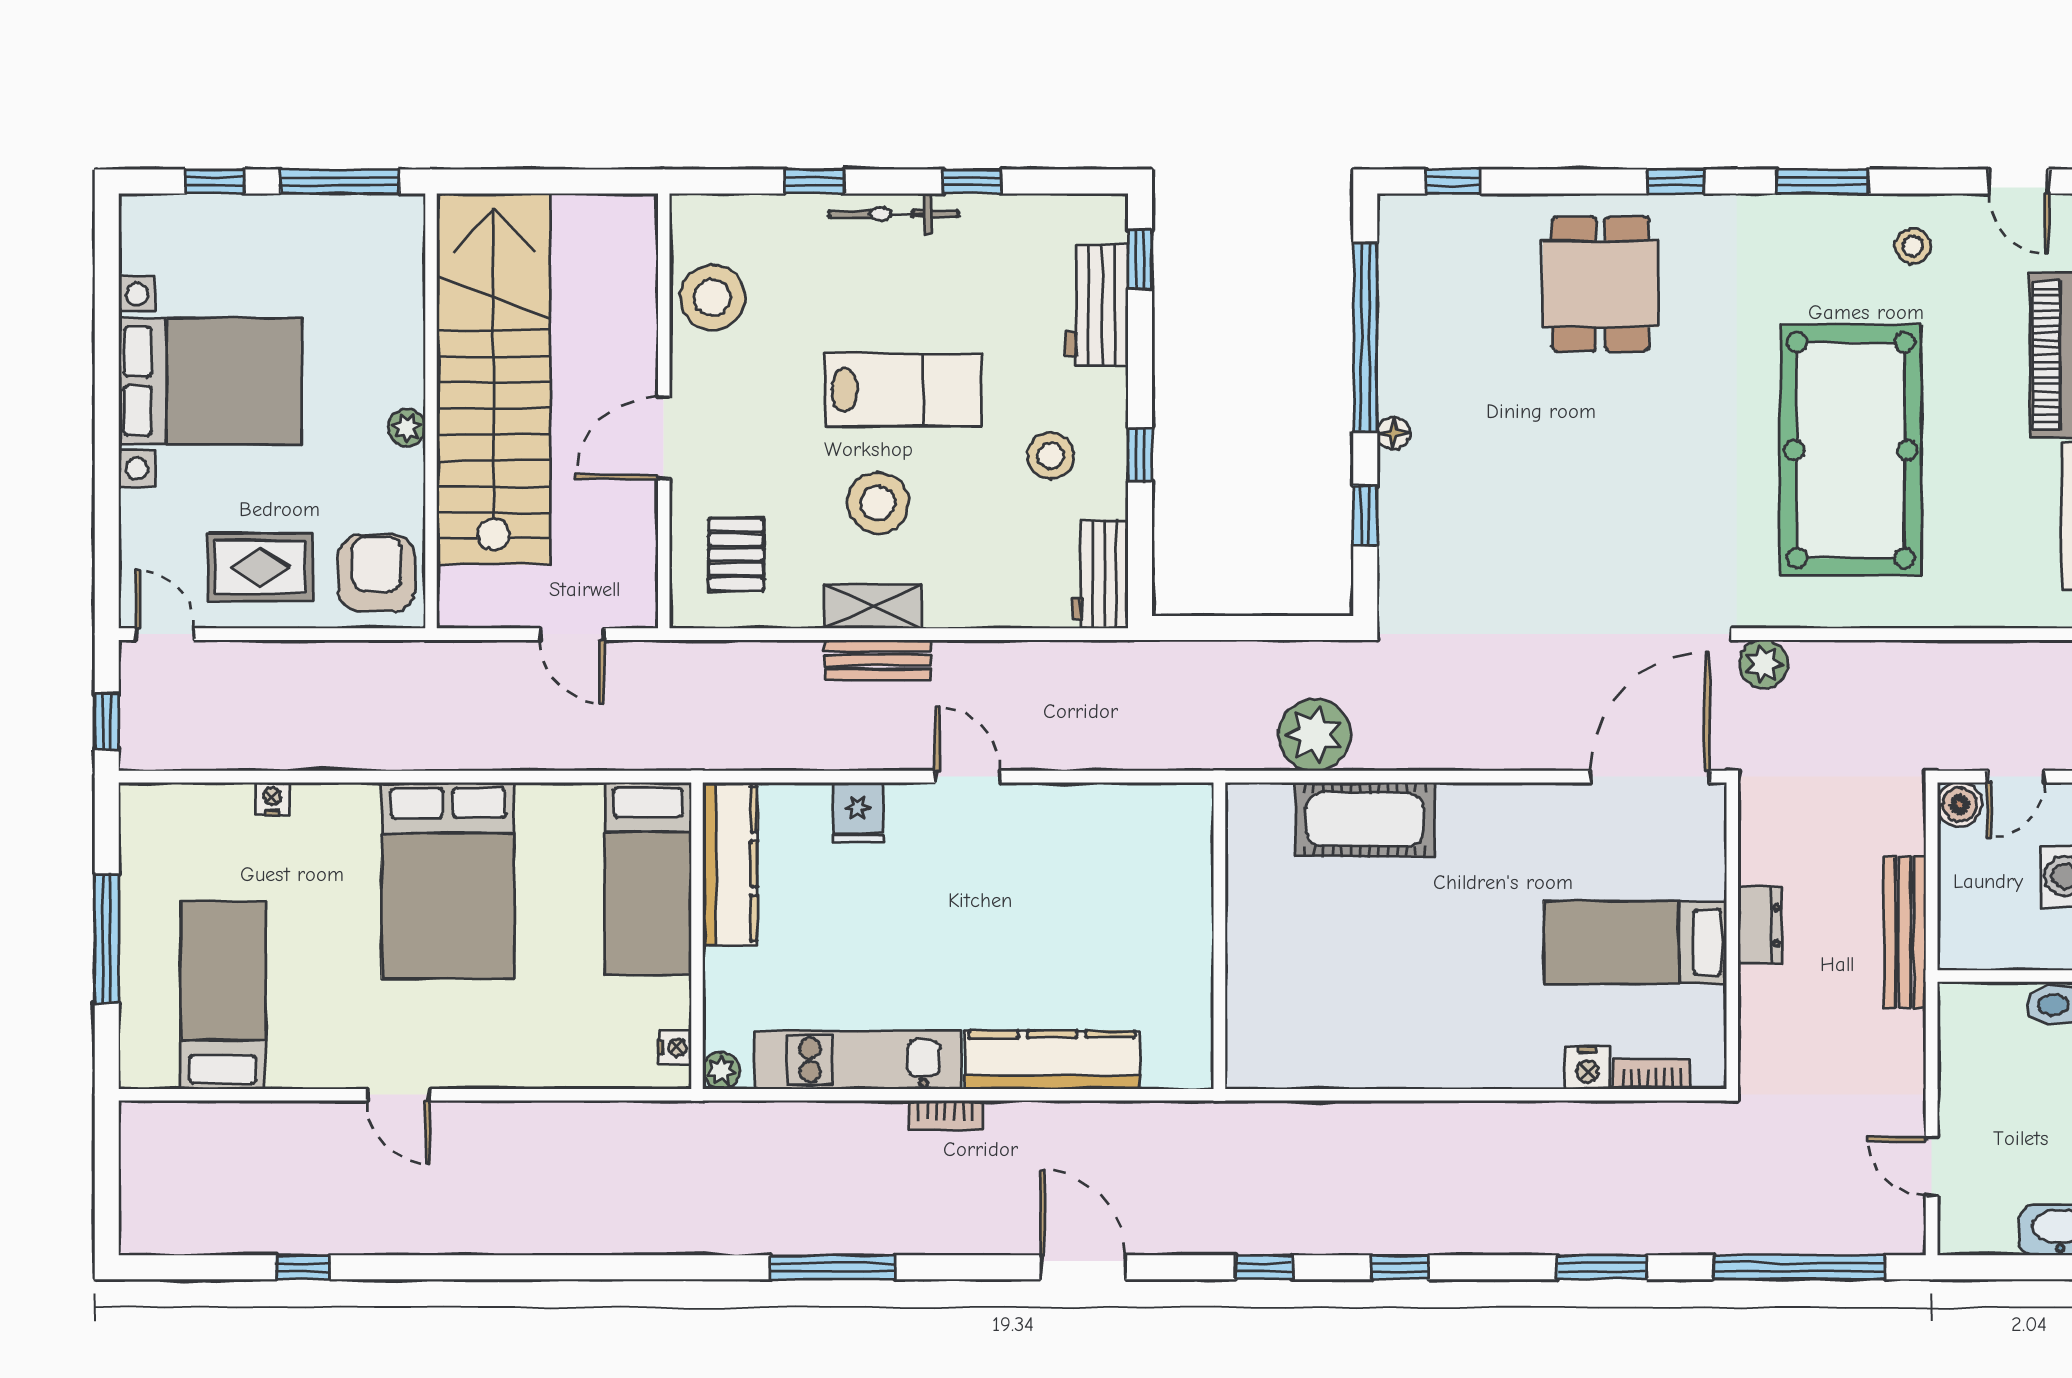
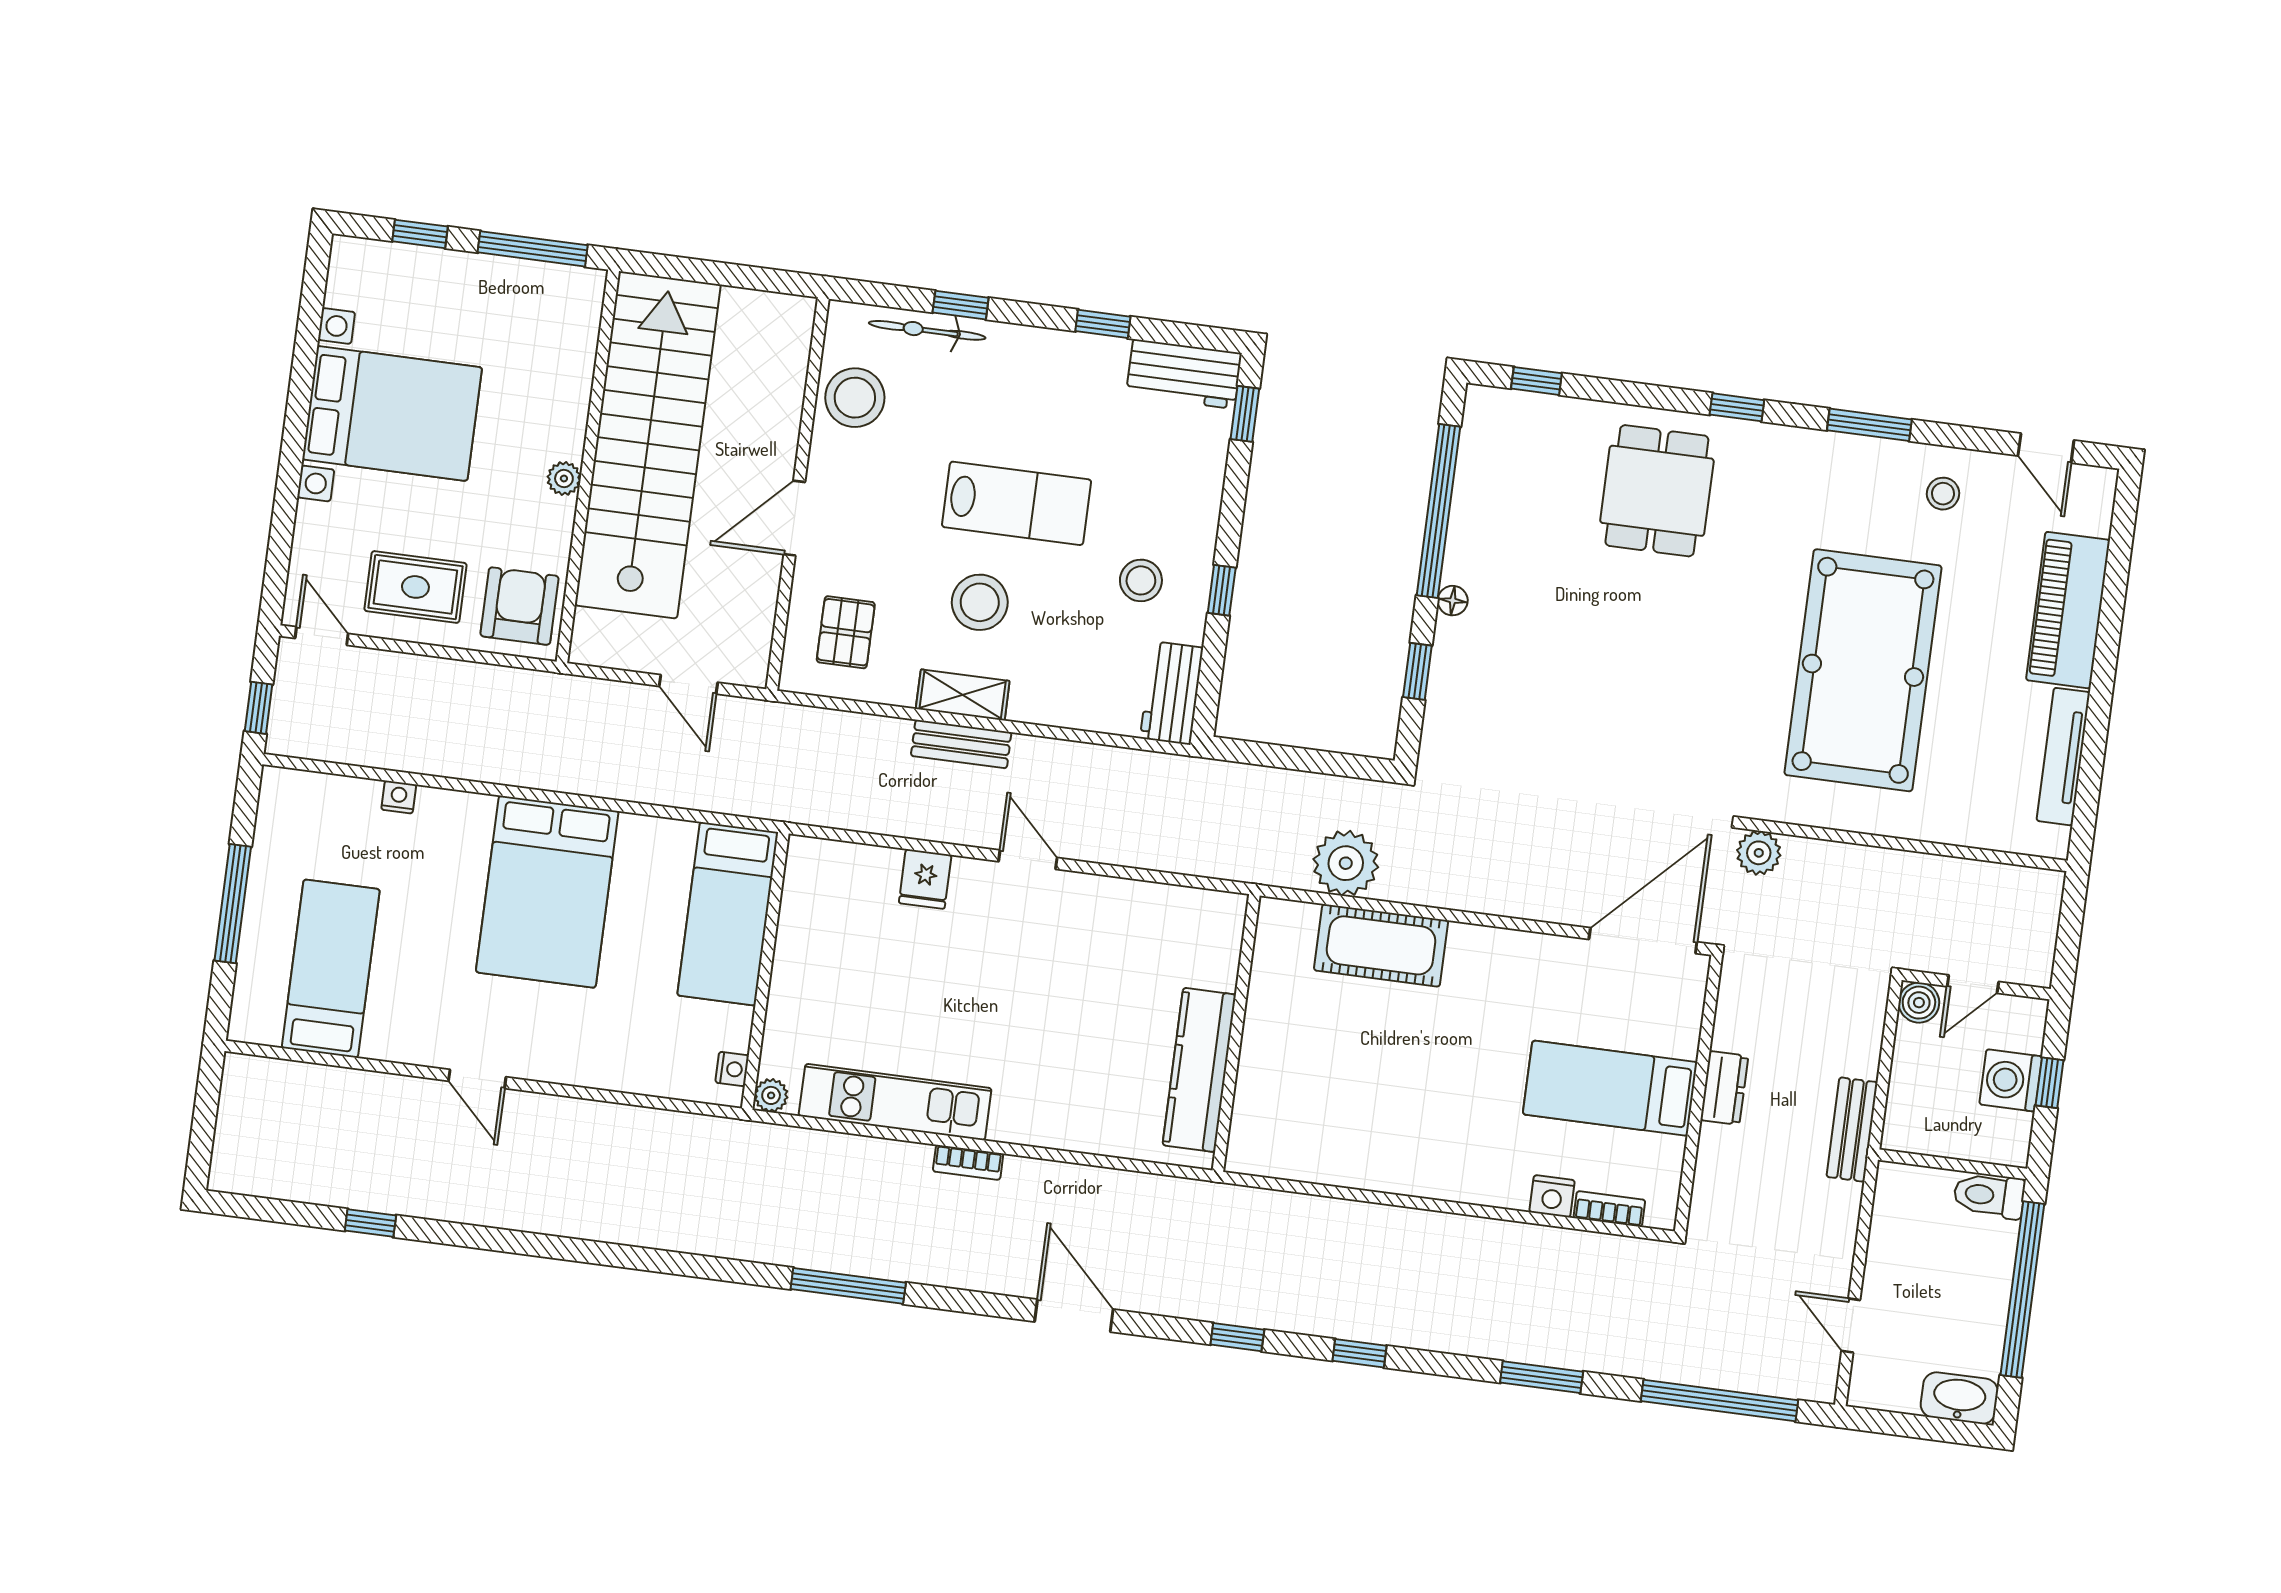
bicycle: (894, 214) -> (927, 330), moved
workbench: (1097, 305) -> (1184, 374), moved, turned -90
kitchen counter: (730, 864) -> (803, 910), removed
bench: (1905, 932) -> (1852, 1130), width x0.73
kitchen counter: (1052, 1060) -> (1199, 1070), moved, turned -90

